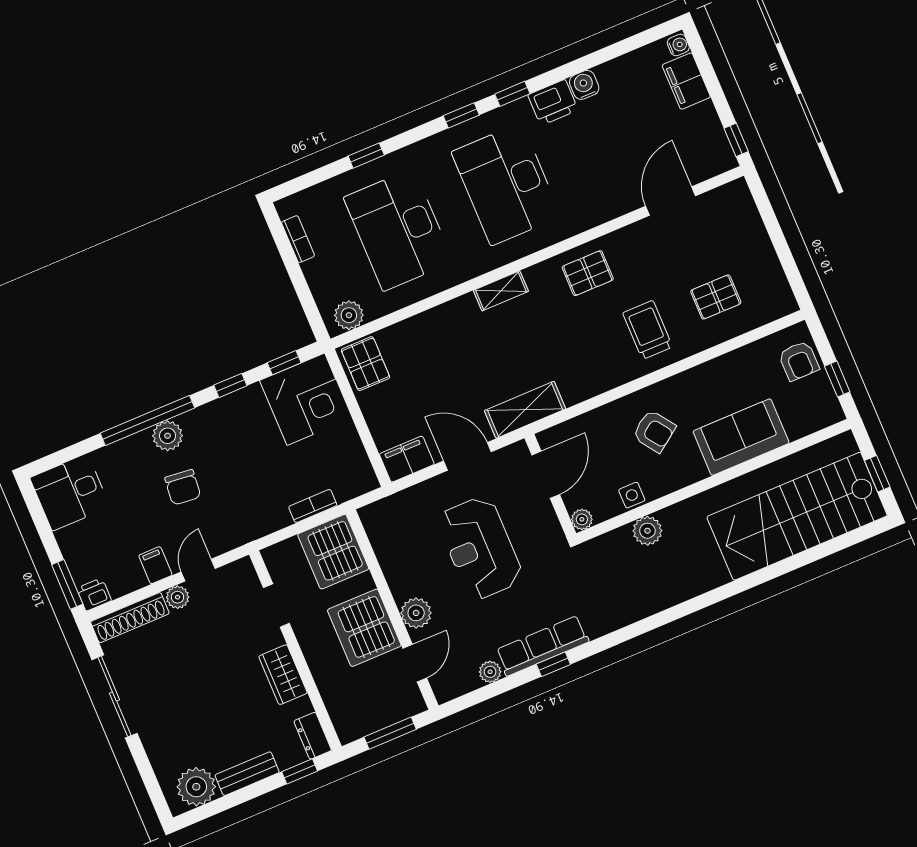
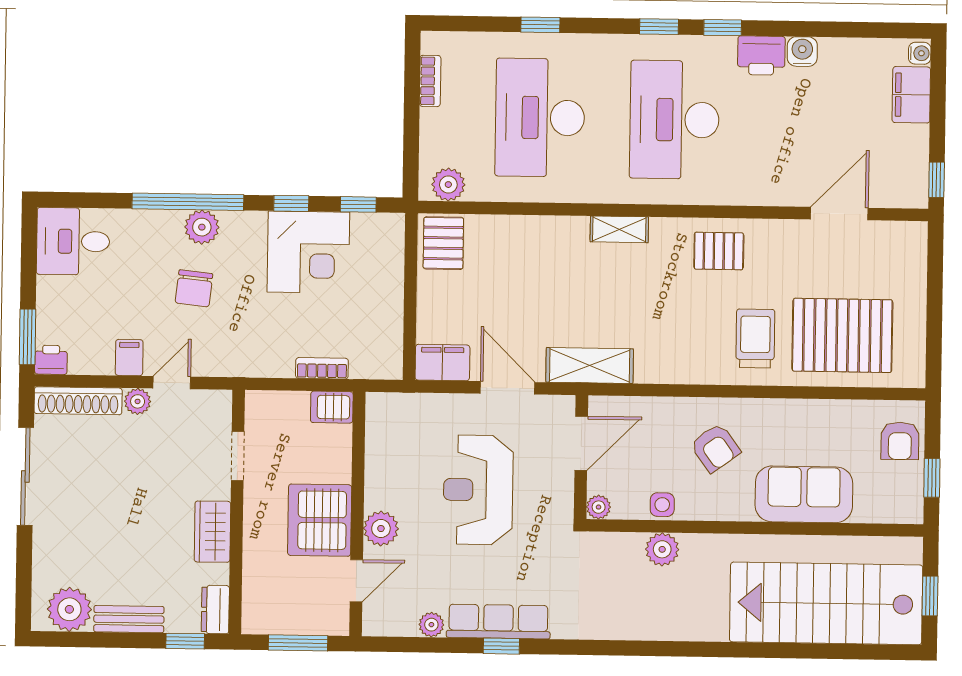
pallet: (716, 297) -> (842, 335), width x2.05, depth x2.00
corner desk: (306, 399) -> (308, 252), moved
server rack: (333, 552) -> (332, 407), width x0.46, depth x0.70

